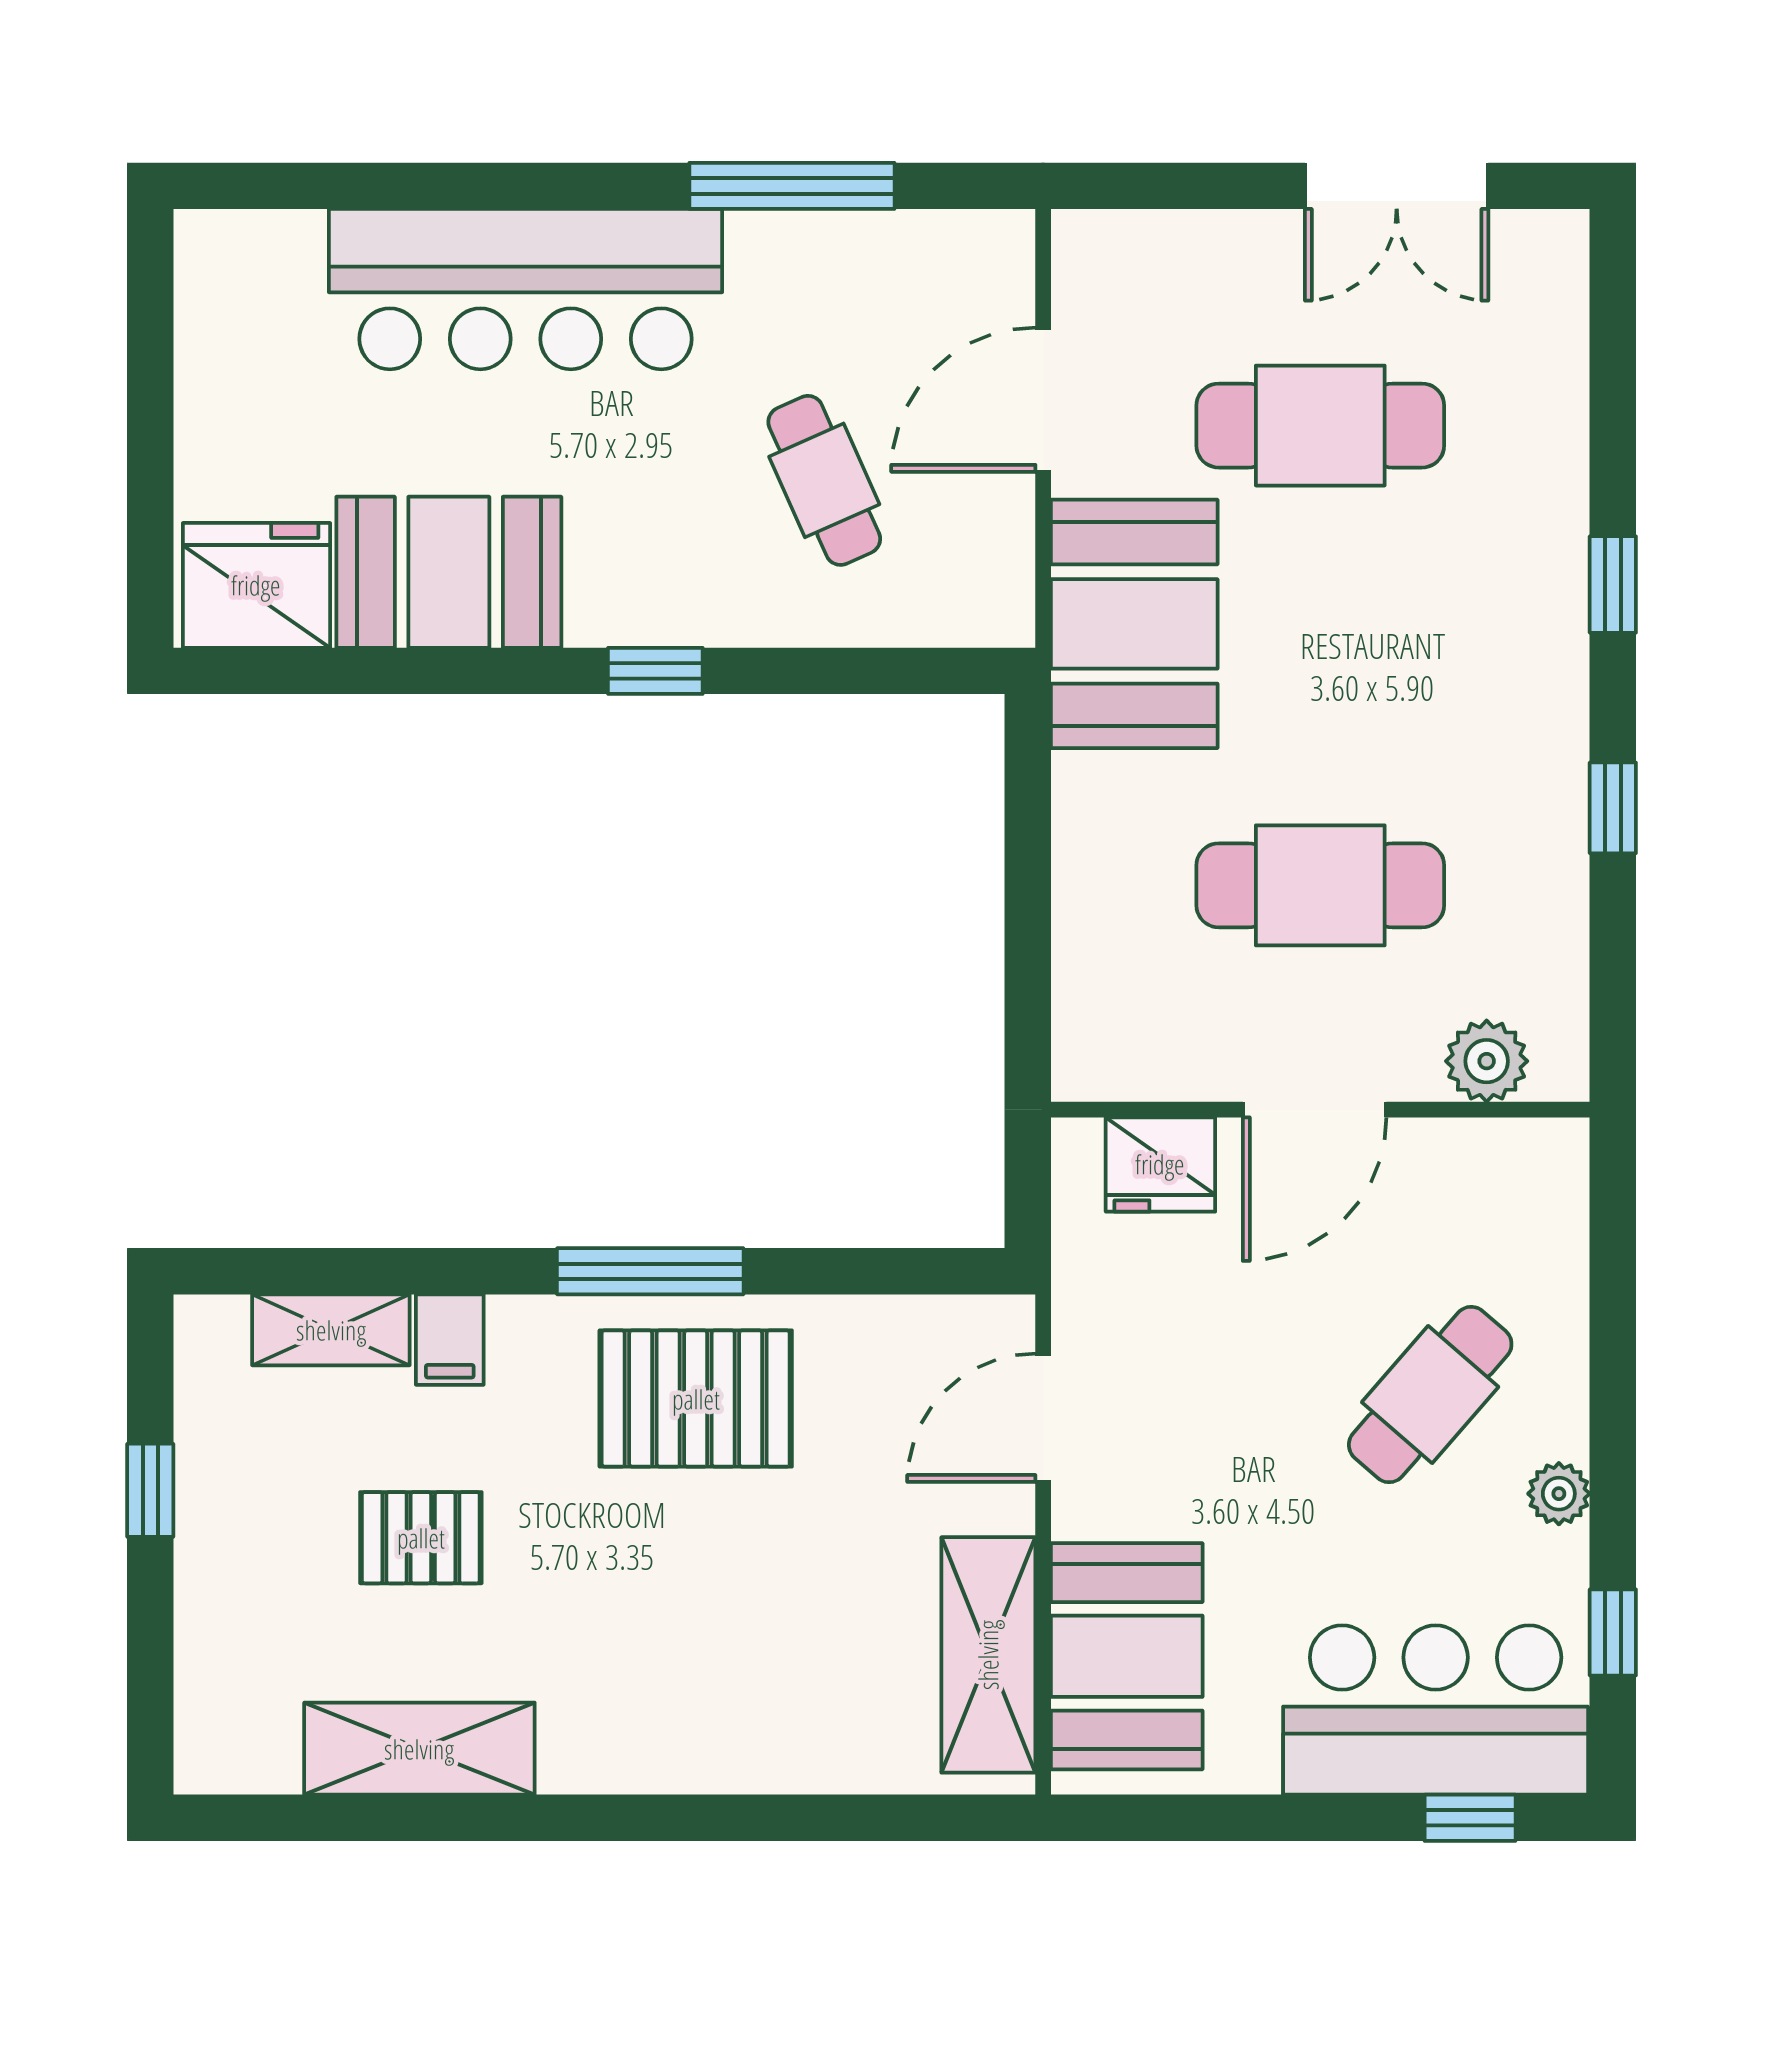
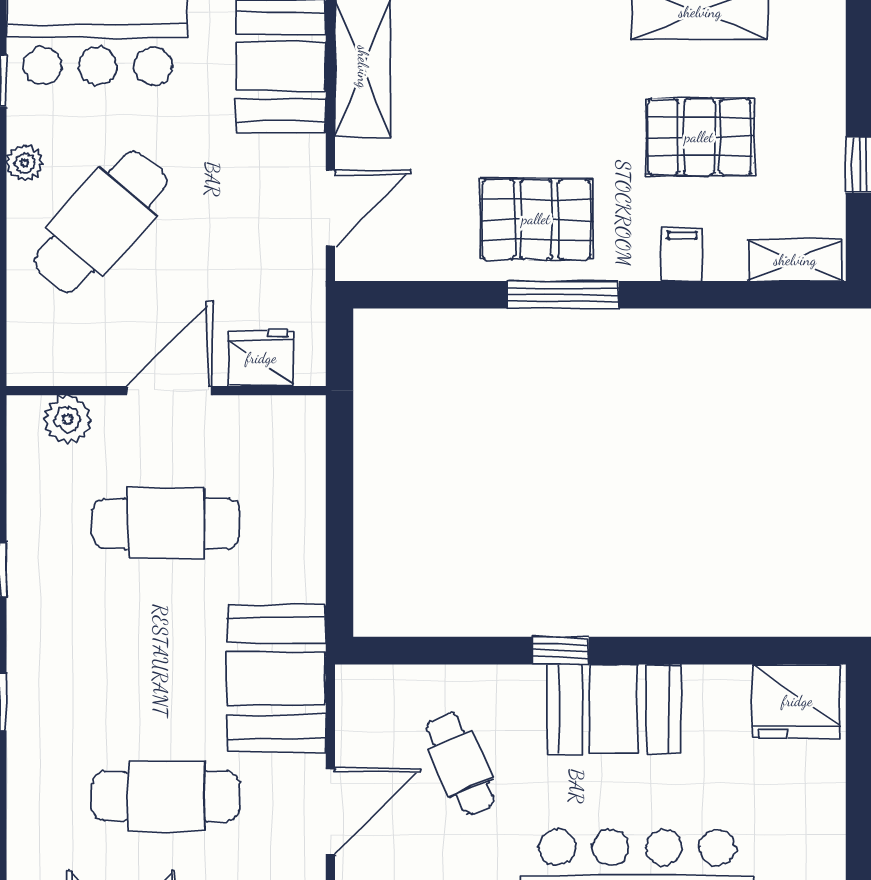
booth: (449, 572) -> (614, 709), moved
shelving: (331, 1330) -> (795, 260), moved
cafe table: (1430, 1395) -> (101, 222), width x1.37, depth x1.35
pallet: (421, 1538) -> (699, 137), width x1.50, depth x1.42

